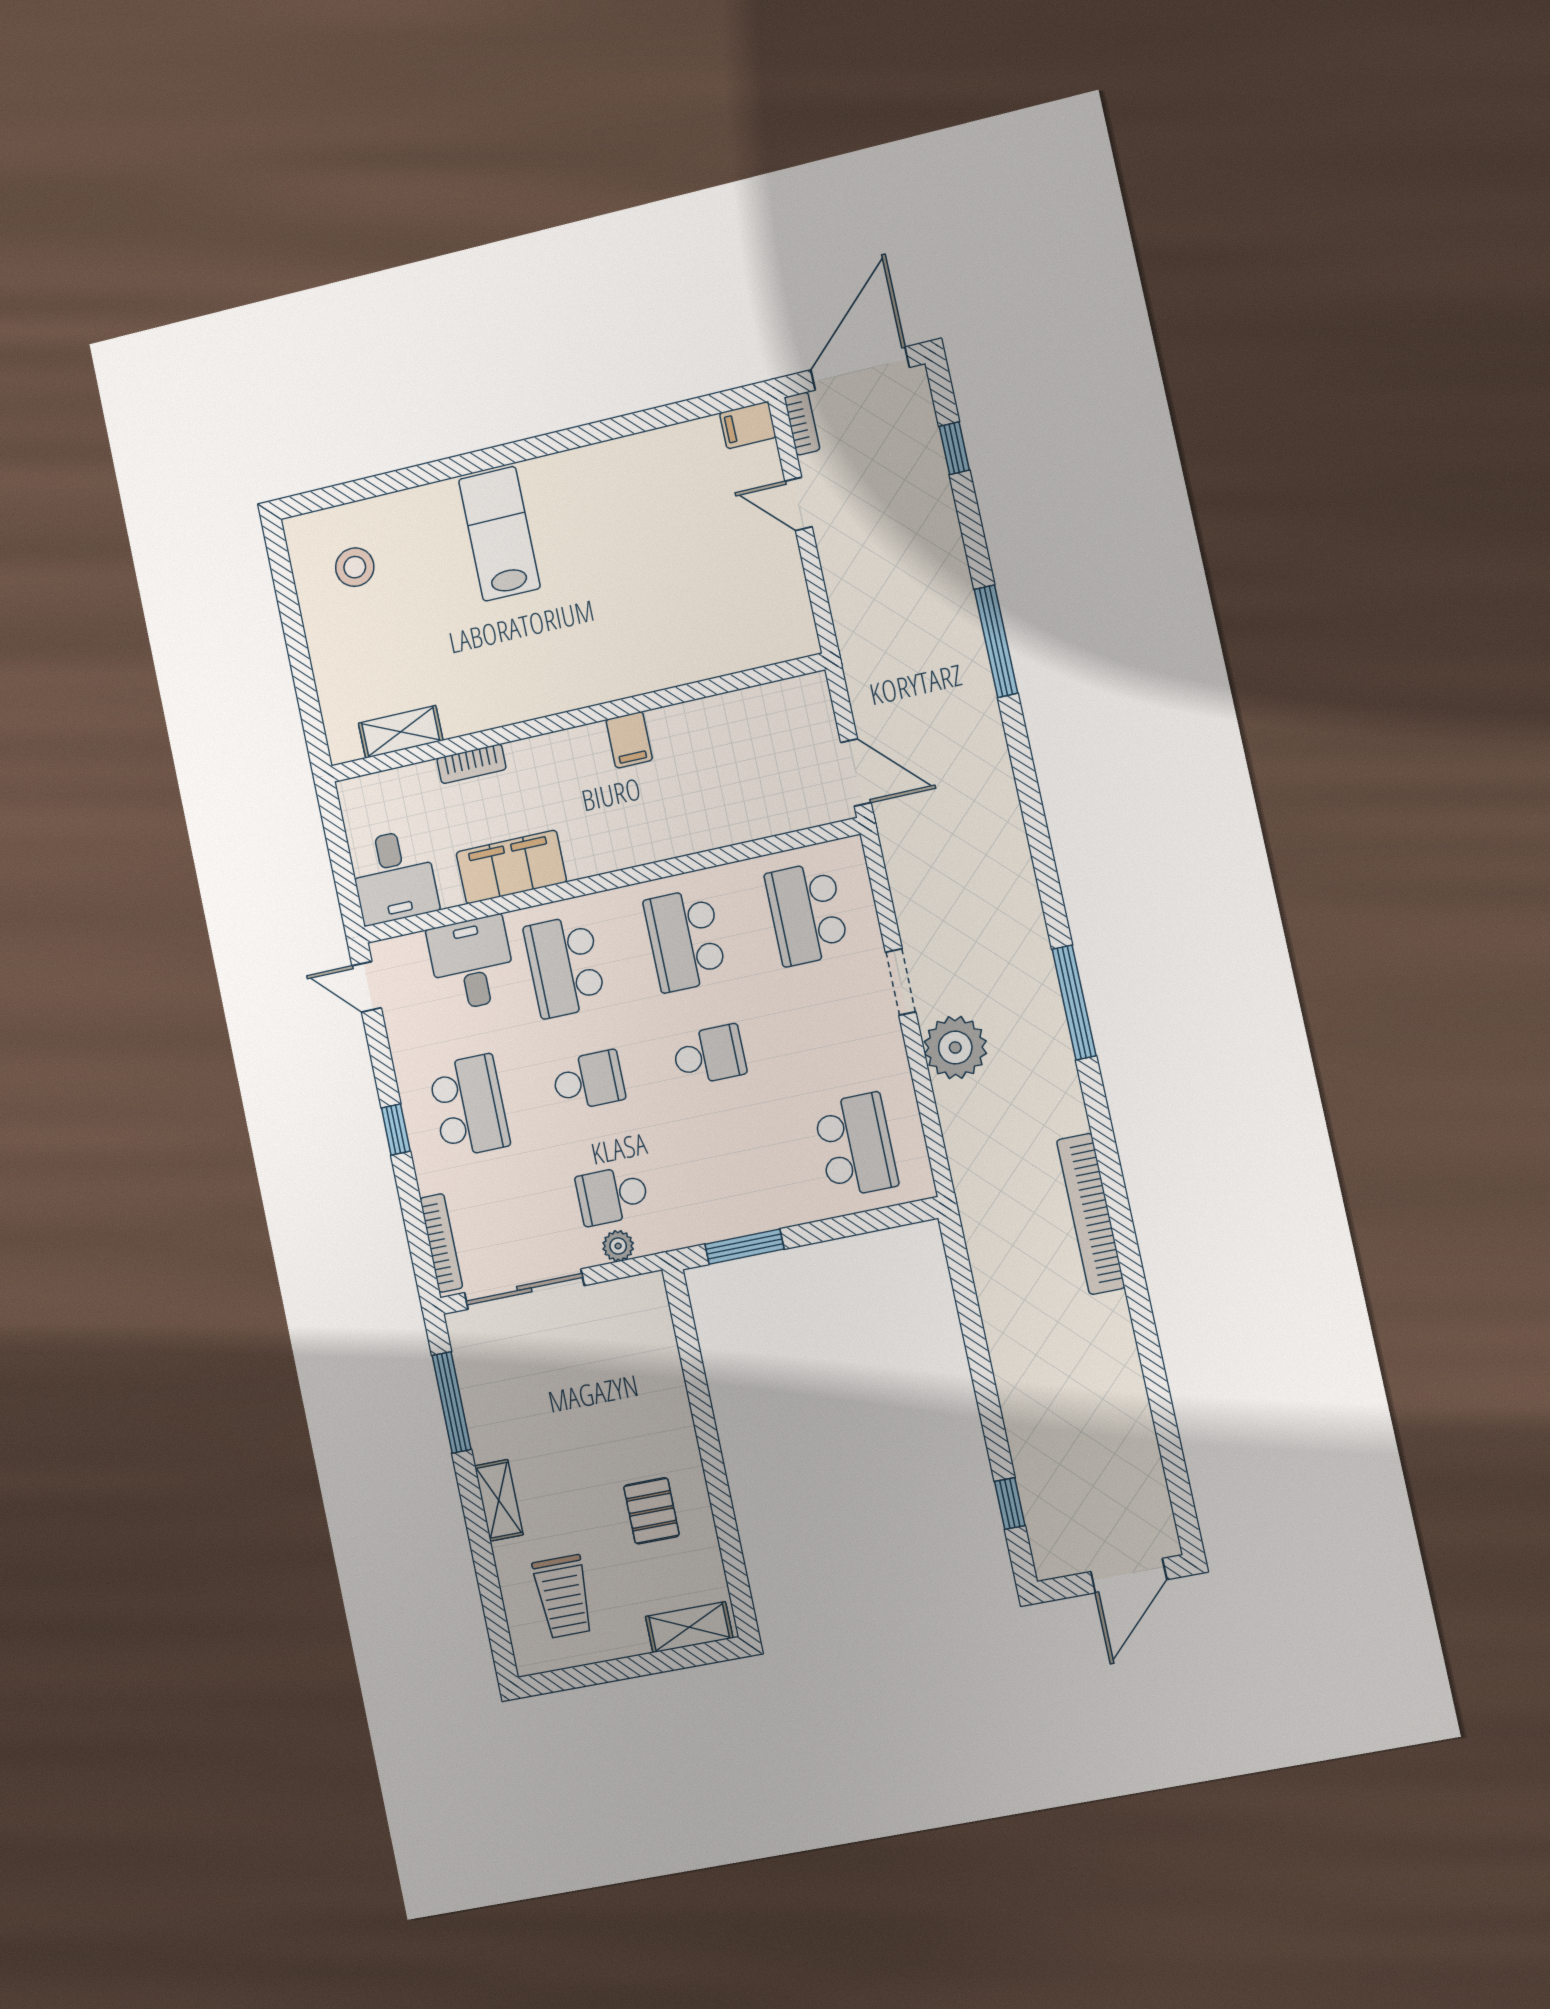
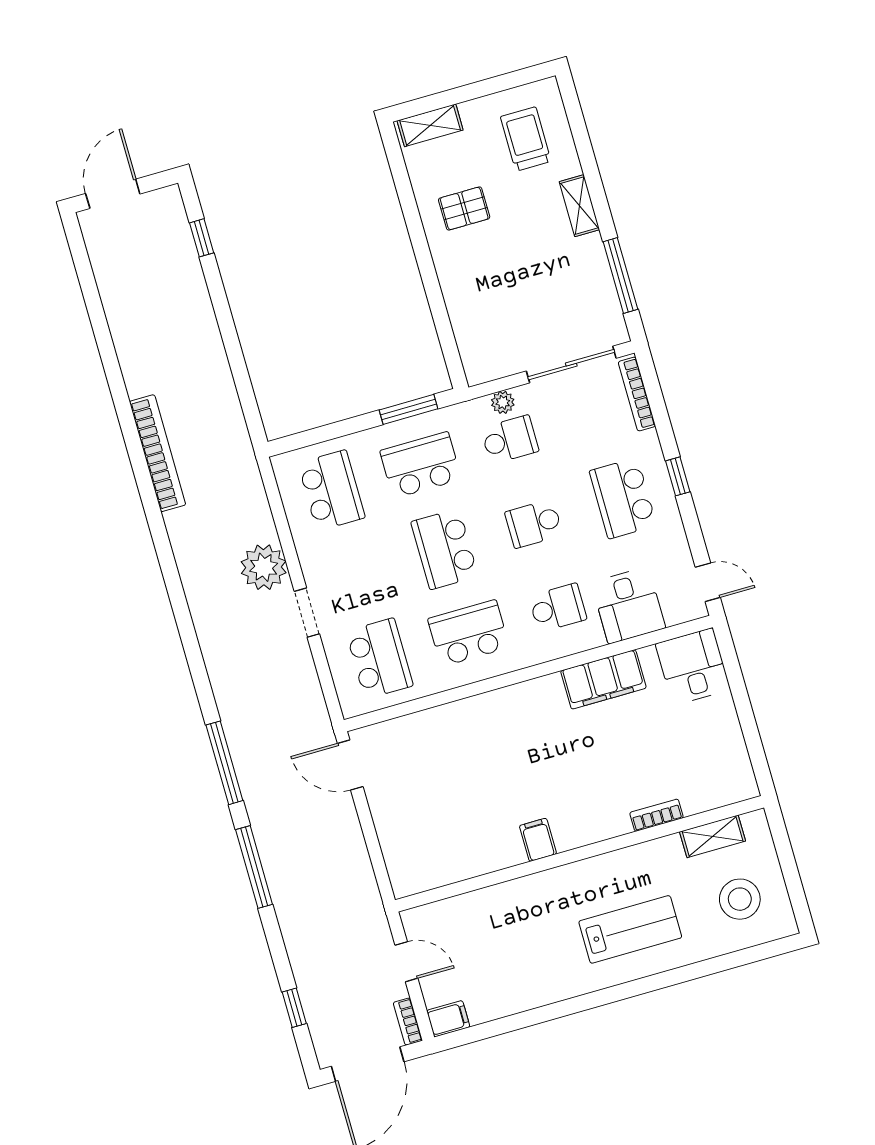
lab bench: (499, 534) -> (630, 929), turned -90
stool: (355, 567) -> (740, 899), width x1.38, depth x1.38
wall: (576, 718) -> (580, 854), moved
shelving: (401, 732) -> (713, 836), moved
filing cabinet: (629, 740) -> (538, 840), moved
bookcase: (471, 764) -> (656, 815), moved
school desk: (685, 940) -> (469, 633), turned -90
school desk: (565, 966) -> (558, 608), width x0.54
window: (1074, 1002) -> (224, 763), moved
school desk: (709, 1055) -> (445, 549), width x1.85
school desk: (856, 1145) -> (331, 490), turned 180
school desk: (733, 1170) -> (421, 465), added
pallet: (651, 1511) -> (464, 208), turned 90

